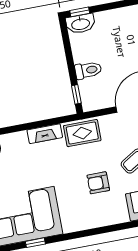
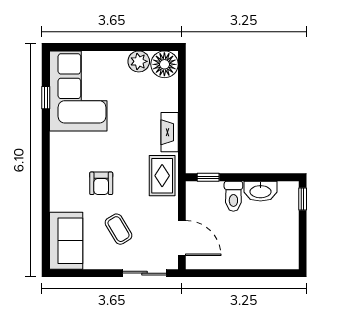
washbasin: (80, 24) -> (260, 191), moved, turned -90
armchair: (98, 183) -> (101, 183), turned 180

